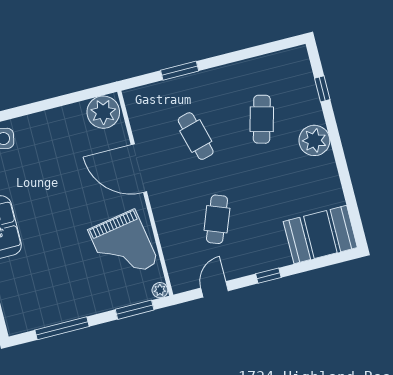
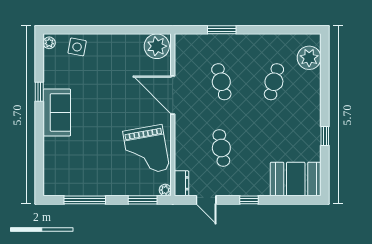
window: (322, 89) -> (325, 136), moved
plant: (314, 140) -> (309, 58), moved
cafe table: (217, 219) -> (221, 148), turned -30
dresser: (178, 276) -> (181, 183), added
door: (215, 289) -> (206, 200), swing flipped

